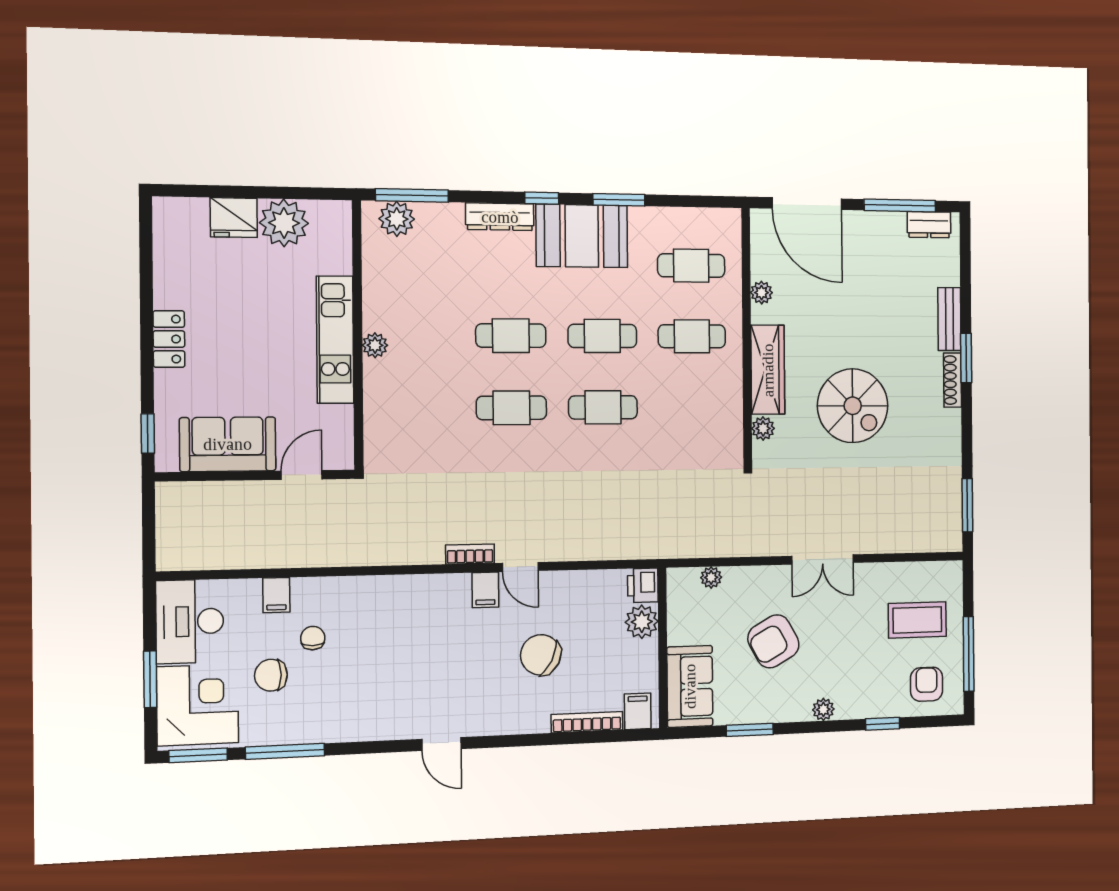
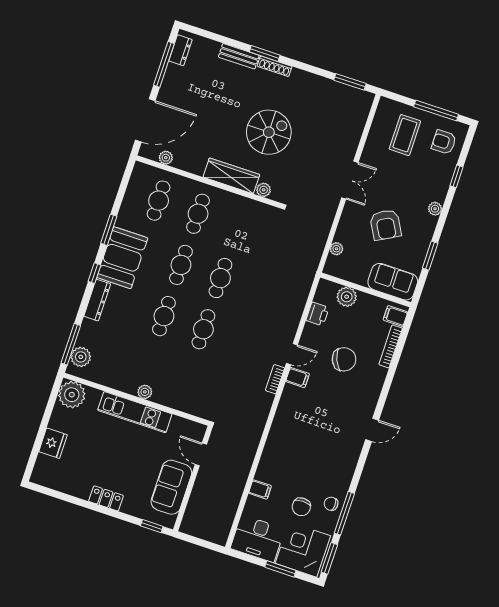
plant: (284, 223) -> (72, 395), moved
plant: (761, 293) -> (166, 158), moved
printer: (643, 585) -> (318, 314), moved, turned -90
chair: (313, 638) -> (331, 504), moved
chair: (541, 655) -> (344, 359), turned -140

